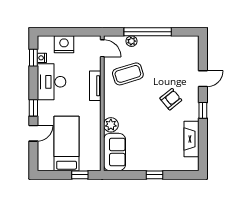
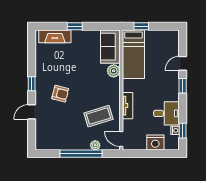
desk: (52, 82) -> (166, 113), width x0.73
armchair: (171, 99) -> (60, 94), turned -127
fireplace: (192, 139) -> (55, 36), moved, turned 90
bed: (67, 143) -> (133, 54), moved

